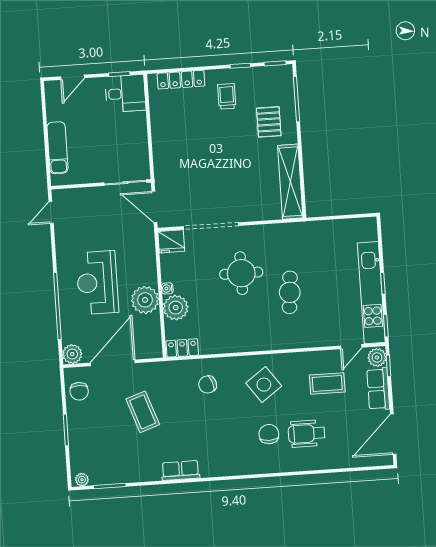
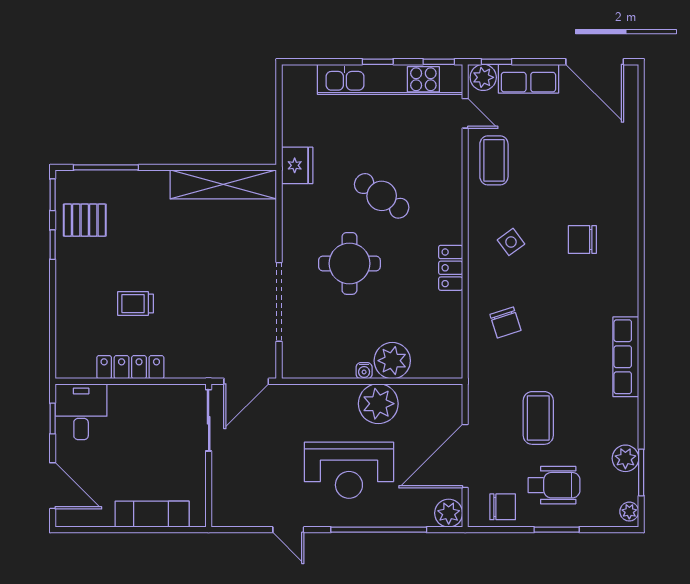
door: (73, 77) -> (53, 486), width x1.38
locker: (181, 80) -> (130, 367), moved, turned -90
trolley: (227, 96) -> (135, 304), moved
pallet: (269, 122) -> (85, 220), moved
door: (51, 212) -> (288, 530), moved
fridge: (171, 241) -> (297, 165), moved
cafe table: (290, 292) -> (382, 196), turned 30
locker: (182, 348) -> (451, 268), moved
door: (113, 363) -> (465, 456), hinge flipped
coffee table: (327, 383) -> (494, 160), moved
side table: (264, 385) -> (511, 242), width x0.54, depth x0.54
coffee table: (143, 412) -> (538, 418), turned -71
wheelchair: (307, 434) -> (554, 485), moved, turned -90
row of seats: (180, 470) -> (626, 357), width x1.48
plant: (119, 474) -> (625, 458), added

